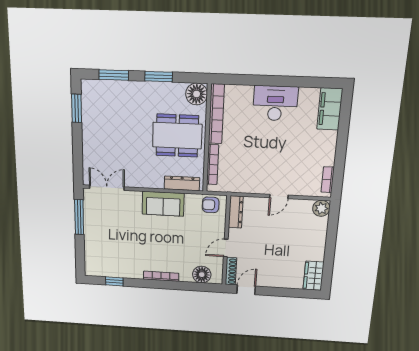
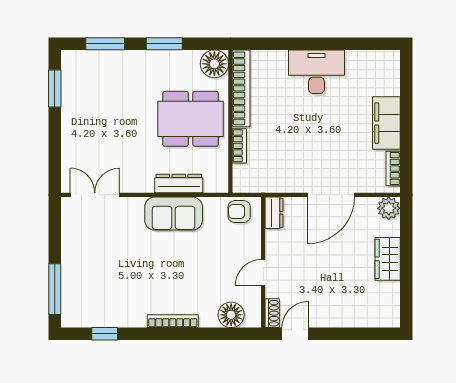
filing cabinet: (330, 109) -> (386, 123), moved
bookcase: (213, 165) -> (239, 146), width x0.64
dresser: (182, 183) -> (179, 184), moved
door: (279, 196) -> (331, 195), width x1.88
dresser: (236, 212) -> (274, 213), width x0.70
window: (79, 217) -> (55, 289), moved
shoe rack: (231, 271) -> (272, 313), width x0.70
wardrobe: (313, 276) -> (388, 259), moved

